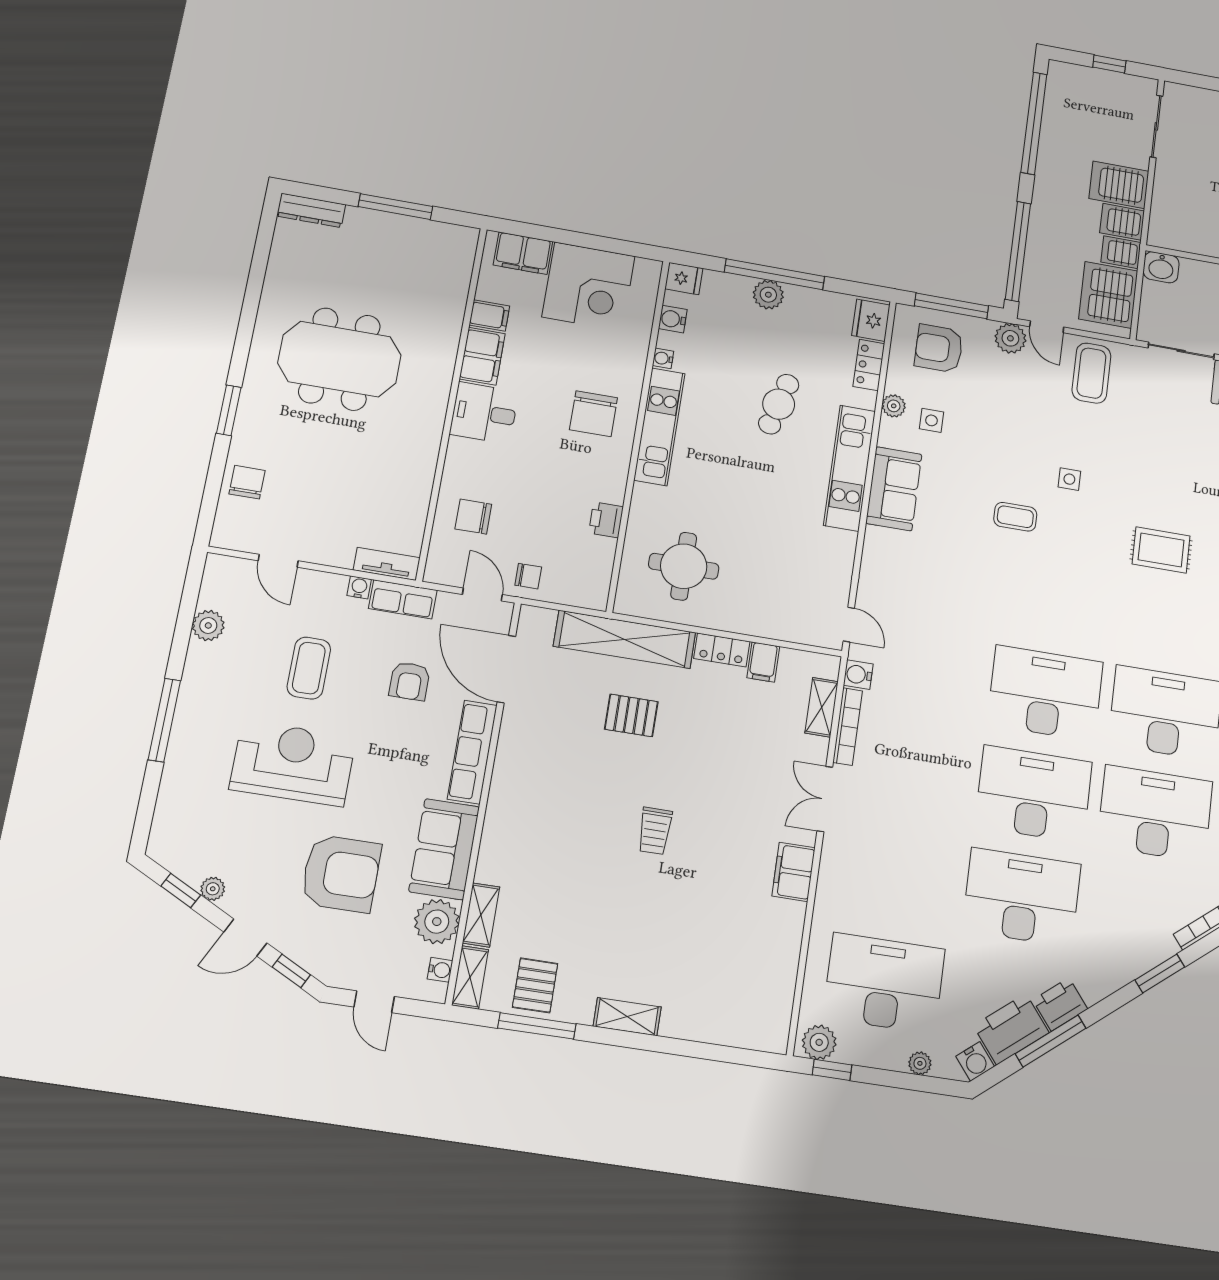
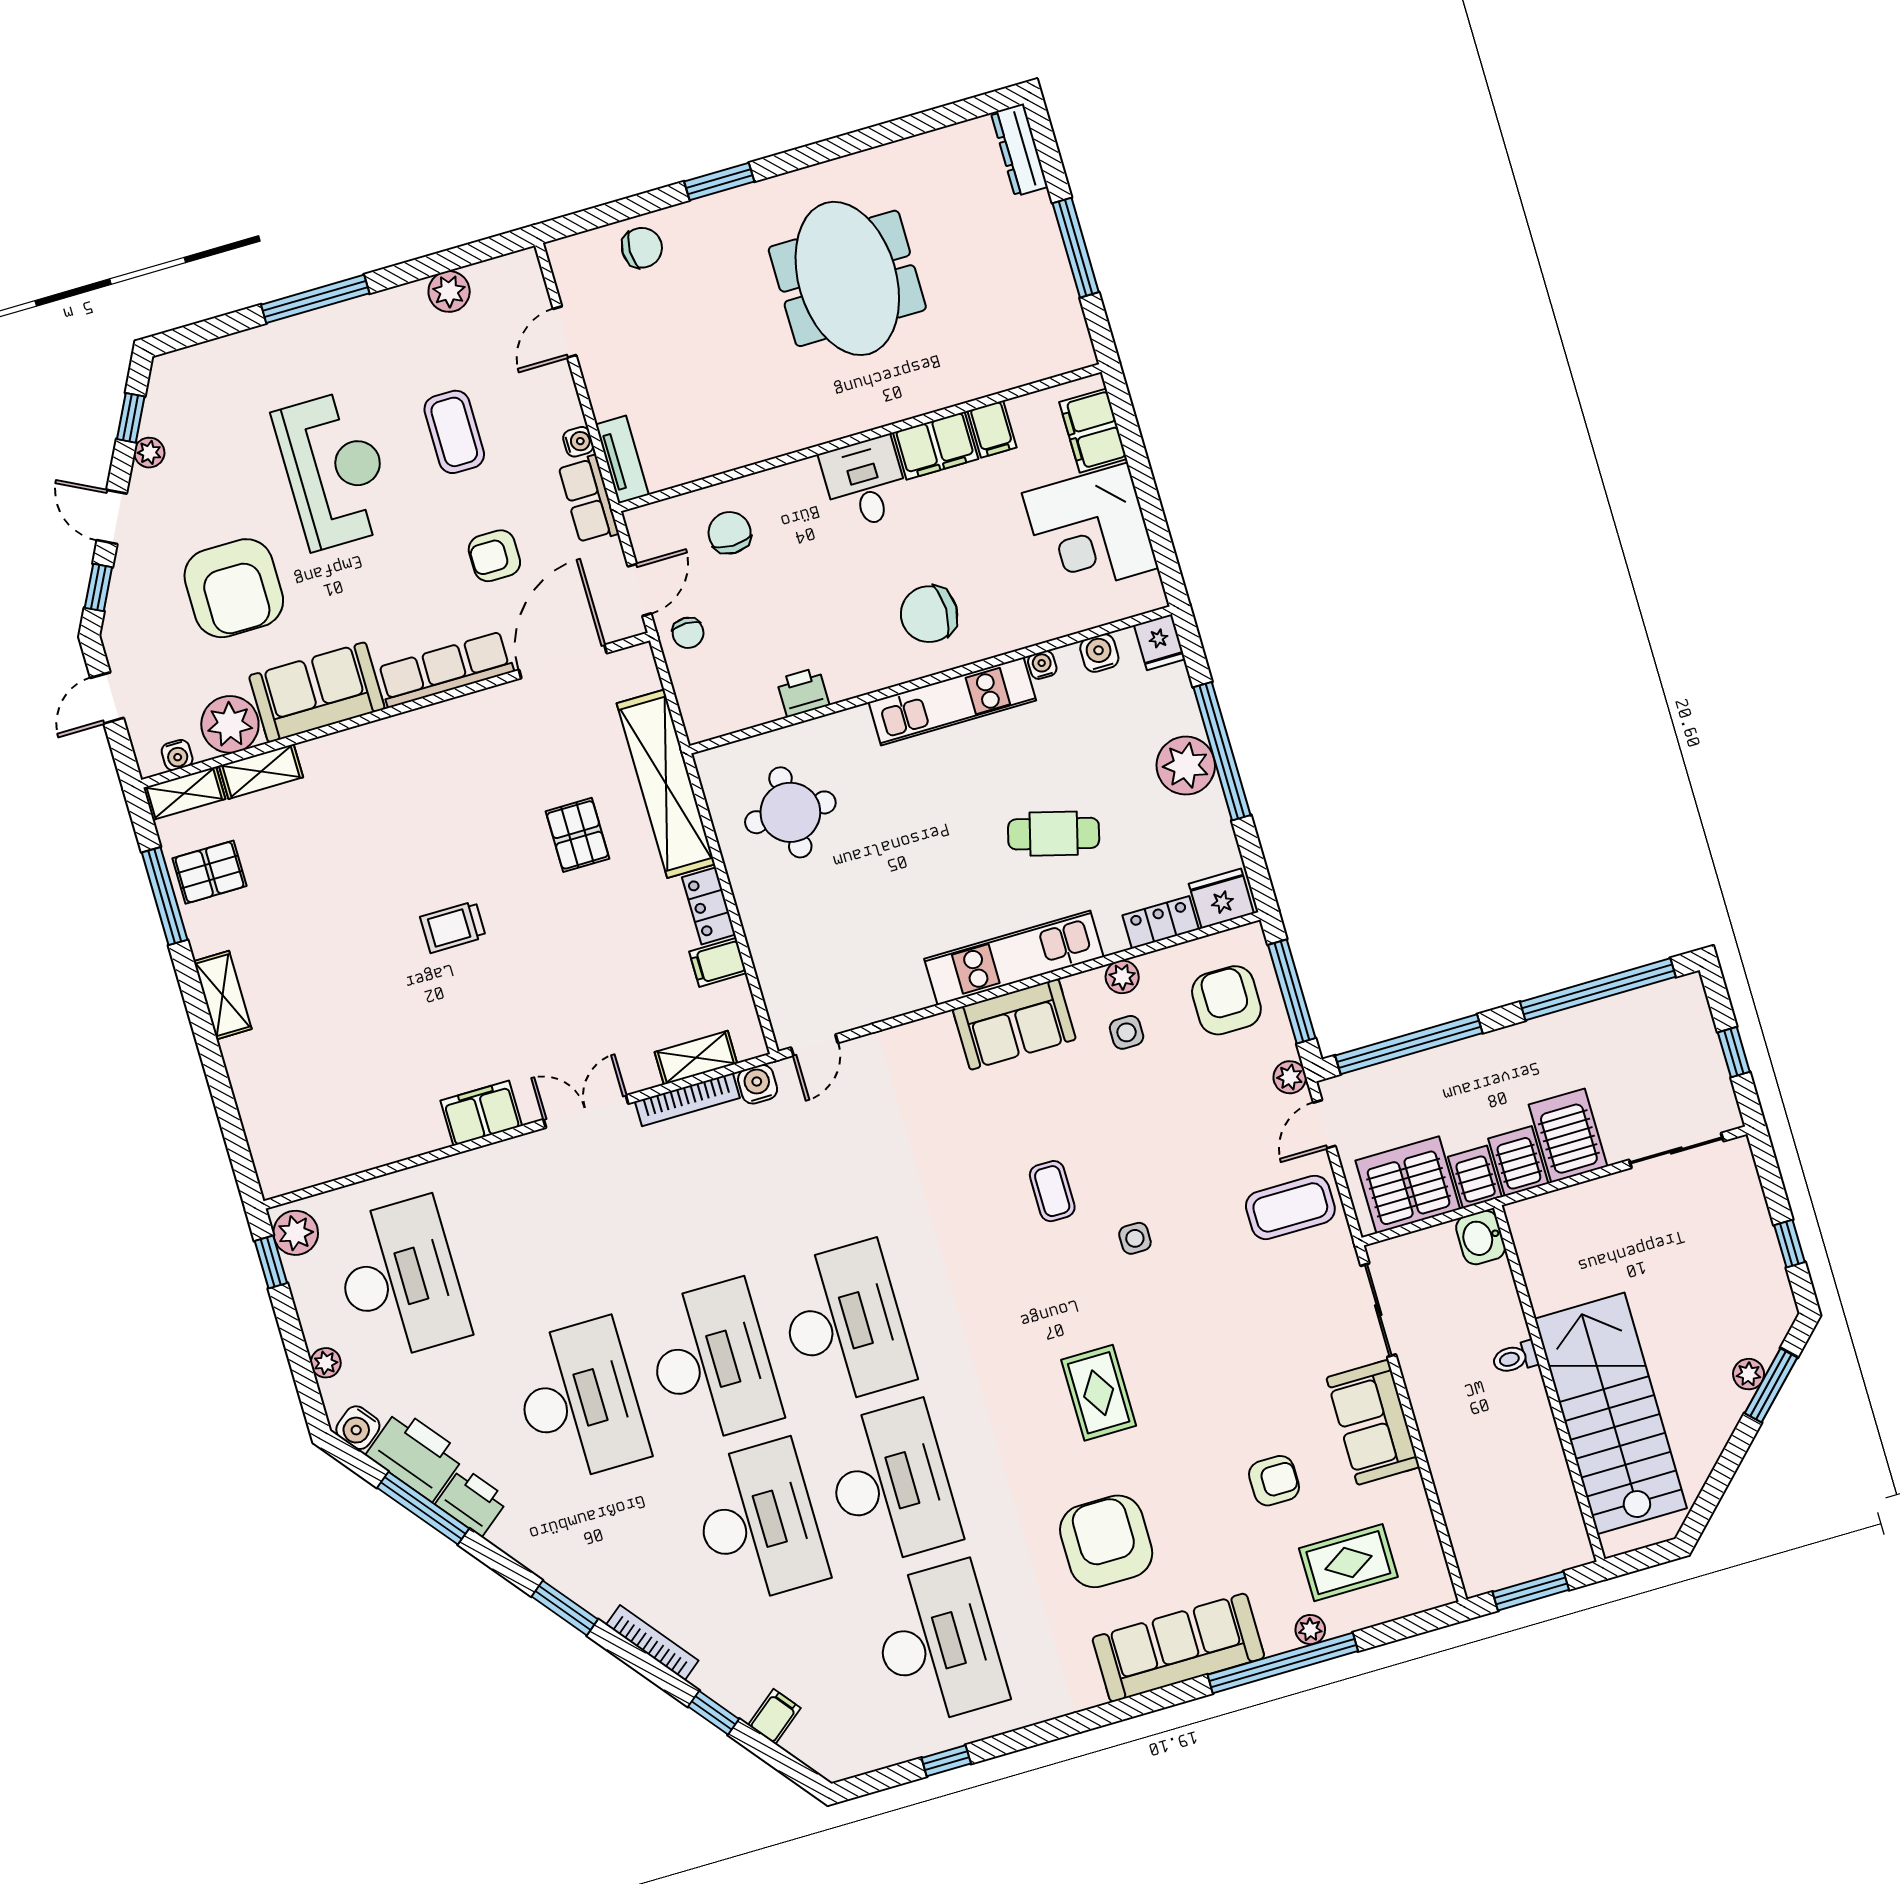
plant: (768, 295) -> (1186, 766), width x1.36, depth x1.36
plant: (1010, 338) -> (1290, 1077), width x0.73, depth x0.73
coffee table: (309, 668) -> (454, 432), turned 90

